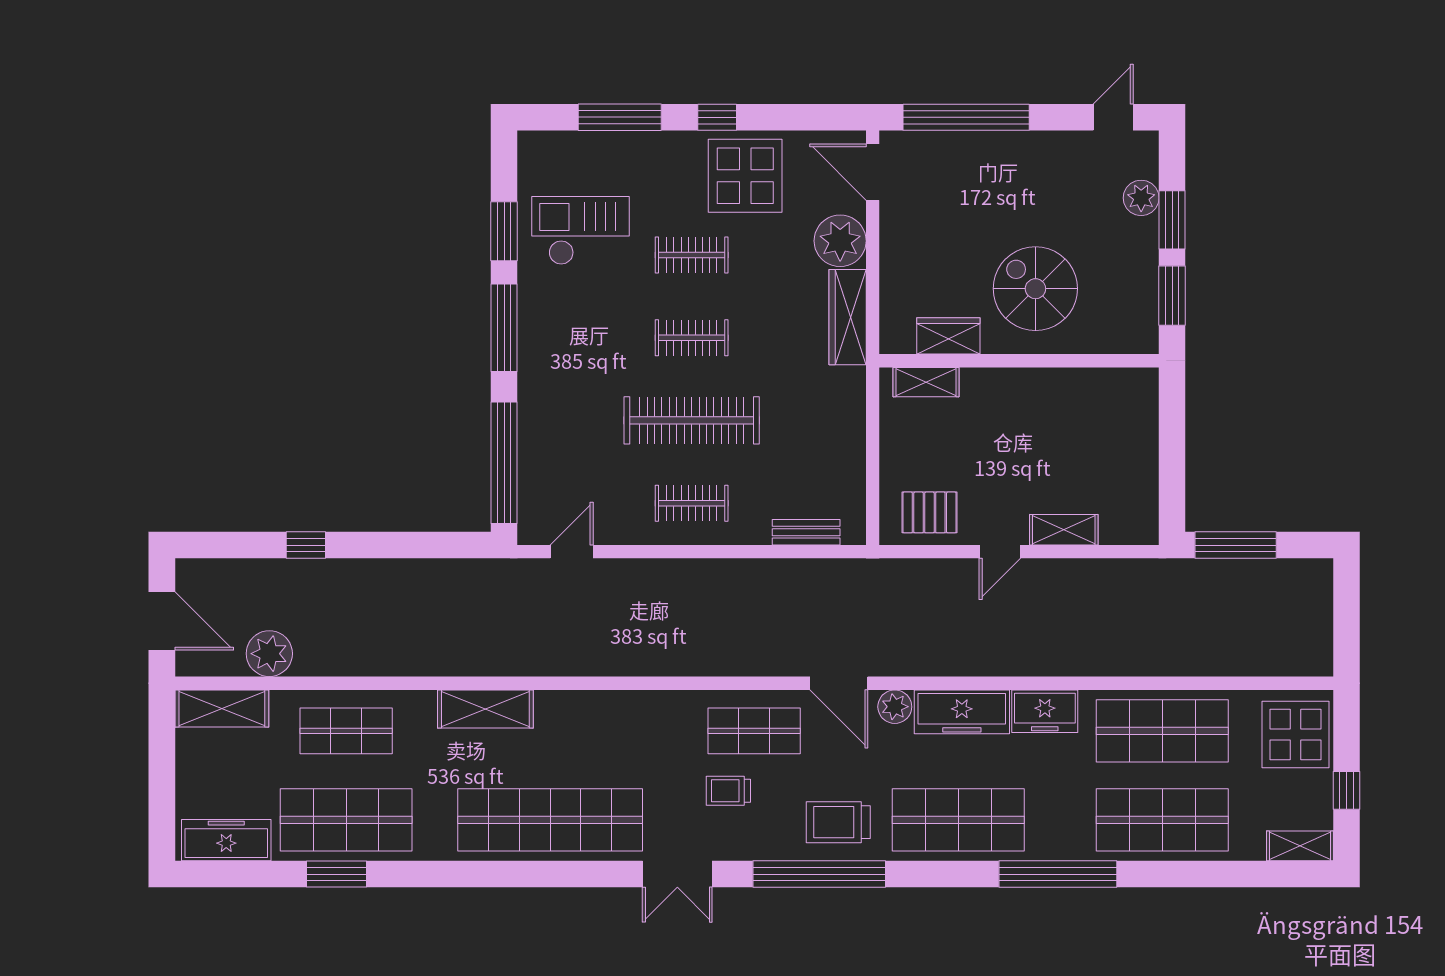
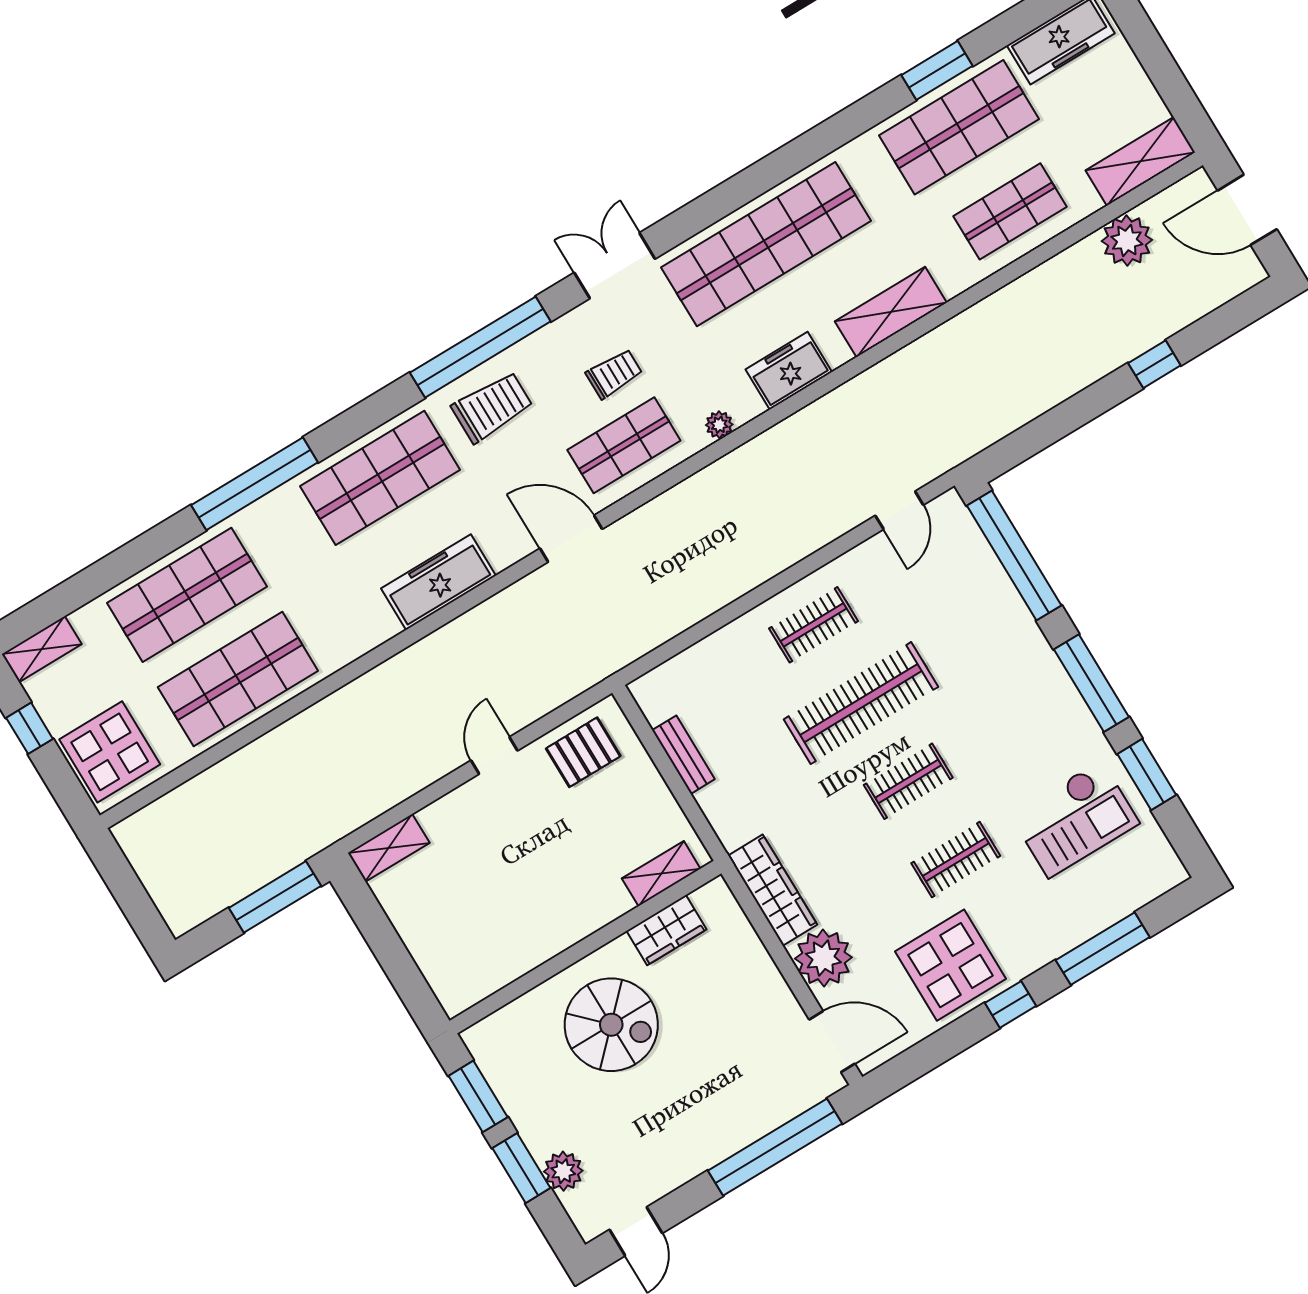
shelving: (1064, 530) -> (389, 848), moved
bench: (806, 532) -> (683, 755), moved, turned 90
plant: (895, 707) -> (719, 425), moved, width x0.73, depth x0.73
freezer: (1045, 711) -> (789, 371), moved

